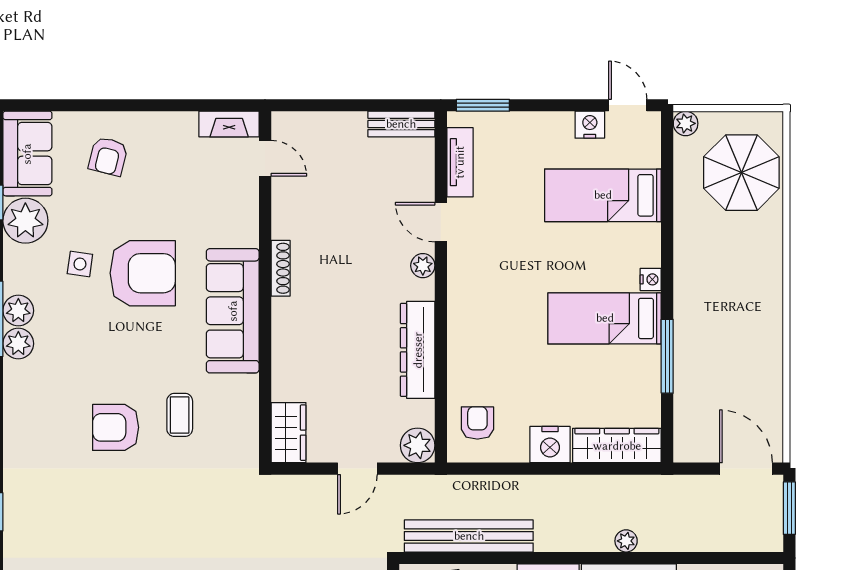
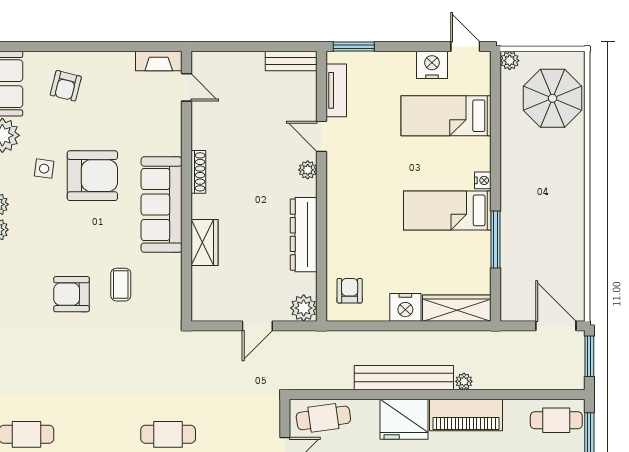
nightstand: (590, 125) -> (432, 65), width x1.36, depth x1.33
wardrobe: (288, 433) -> (204, 243), moved
bench: (469, 536) -> (404, 378), moved

